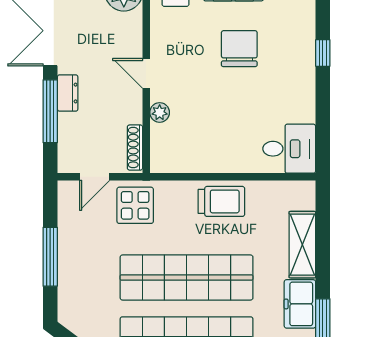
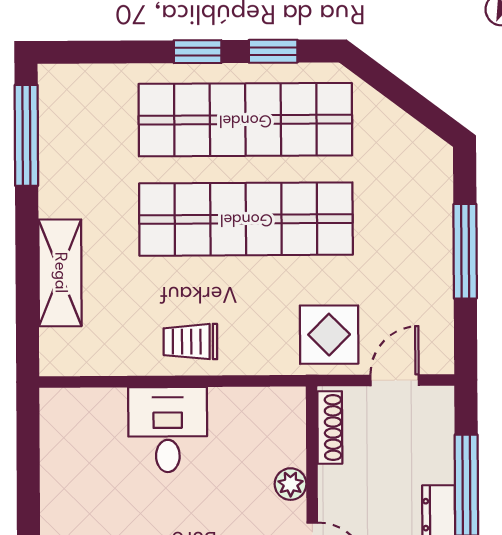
desk: (289, 149) -> (168, 430), moved, turned 90
trolley: (221, 201) -> (190, 342), width x0.73, depth x0.72
freezer: (300, 304) -> (63, 178), removed

